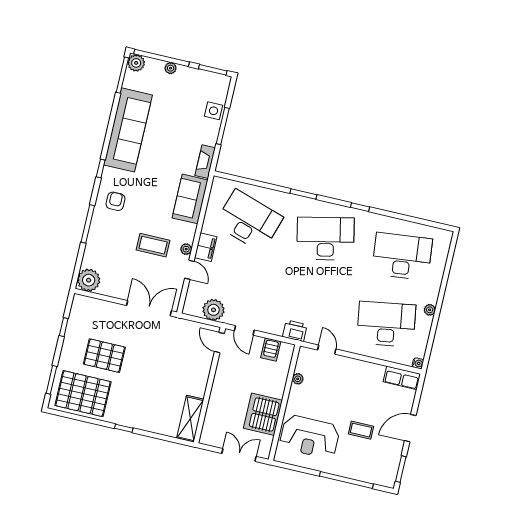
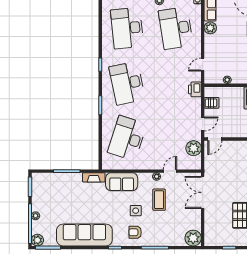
side table: (214, 111) -> (136, 211), moved
filing cabinet: (206, 247) -> (152, 163), removed
plant: (375, 372) -> (210, 28), added

